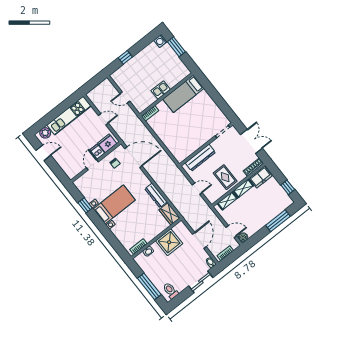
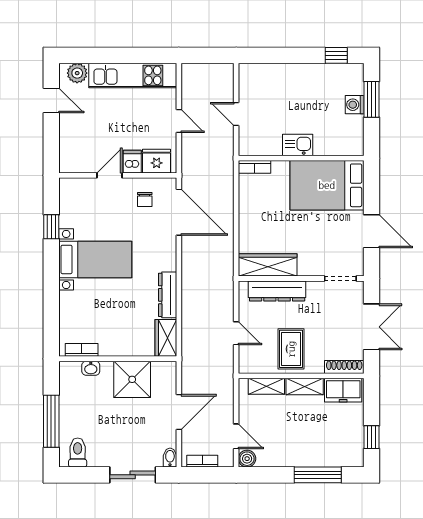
washing machine: (160, 41) -> (355, 105), moved
window: (125, 57) -> (336, 55), moved
bed: (183, 94) -> (327, 185), width x1.50
door: (220, 102) -> (371, 231), added
wardrobe: (188, 150) -> (268, 265), added

